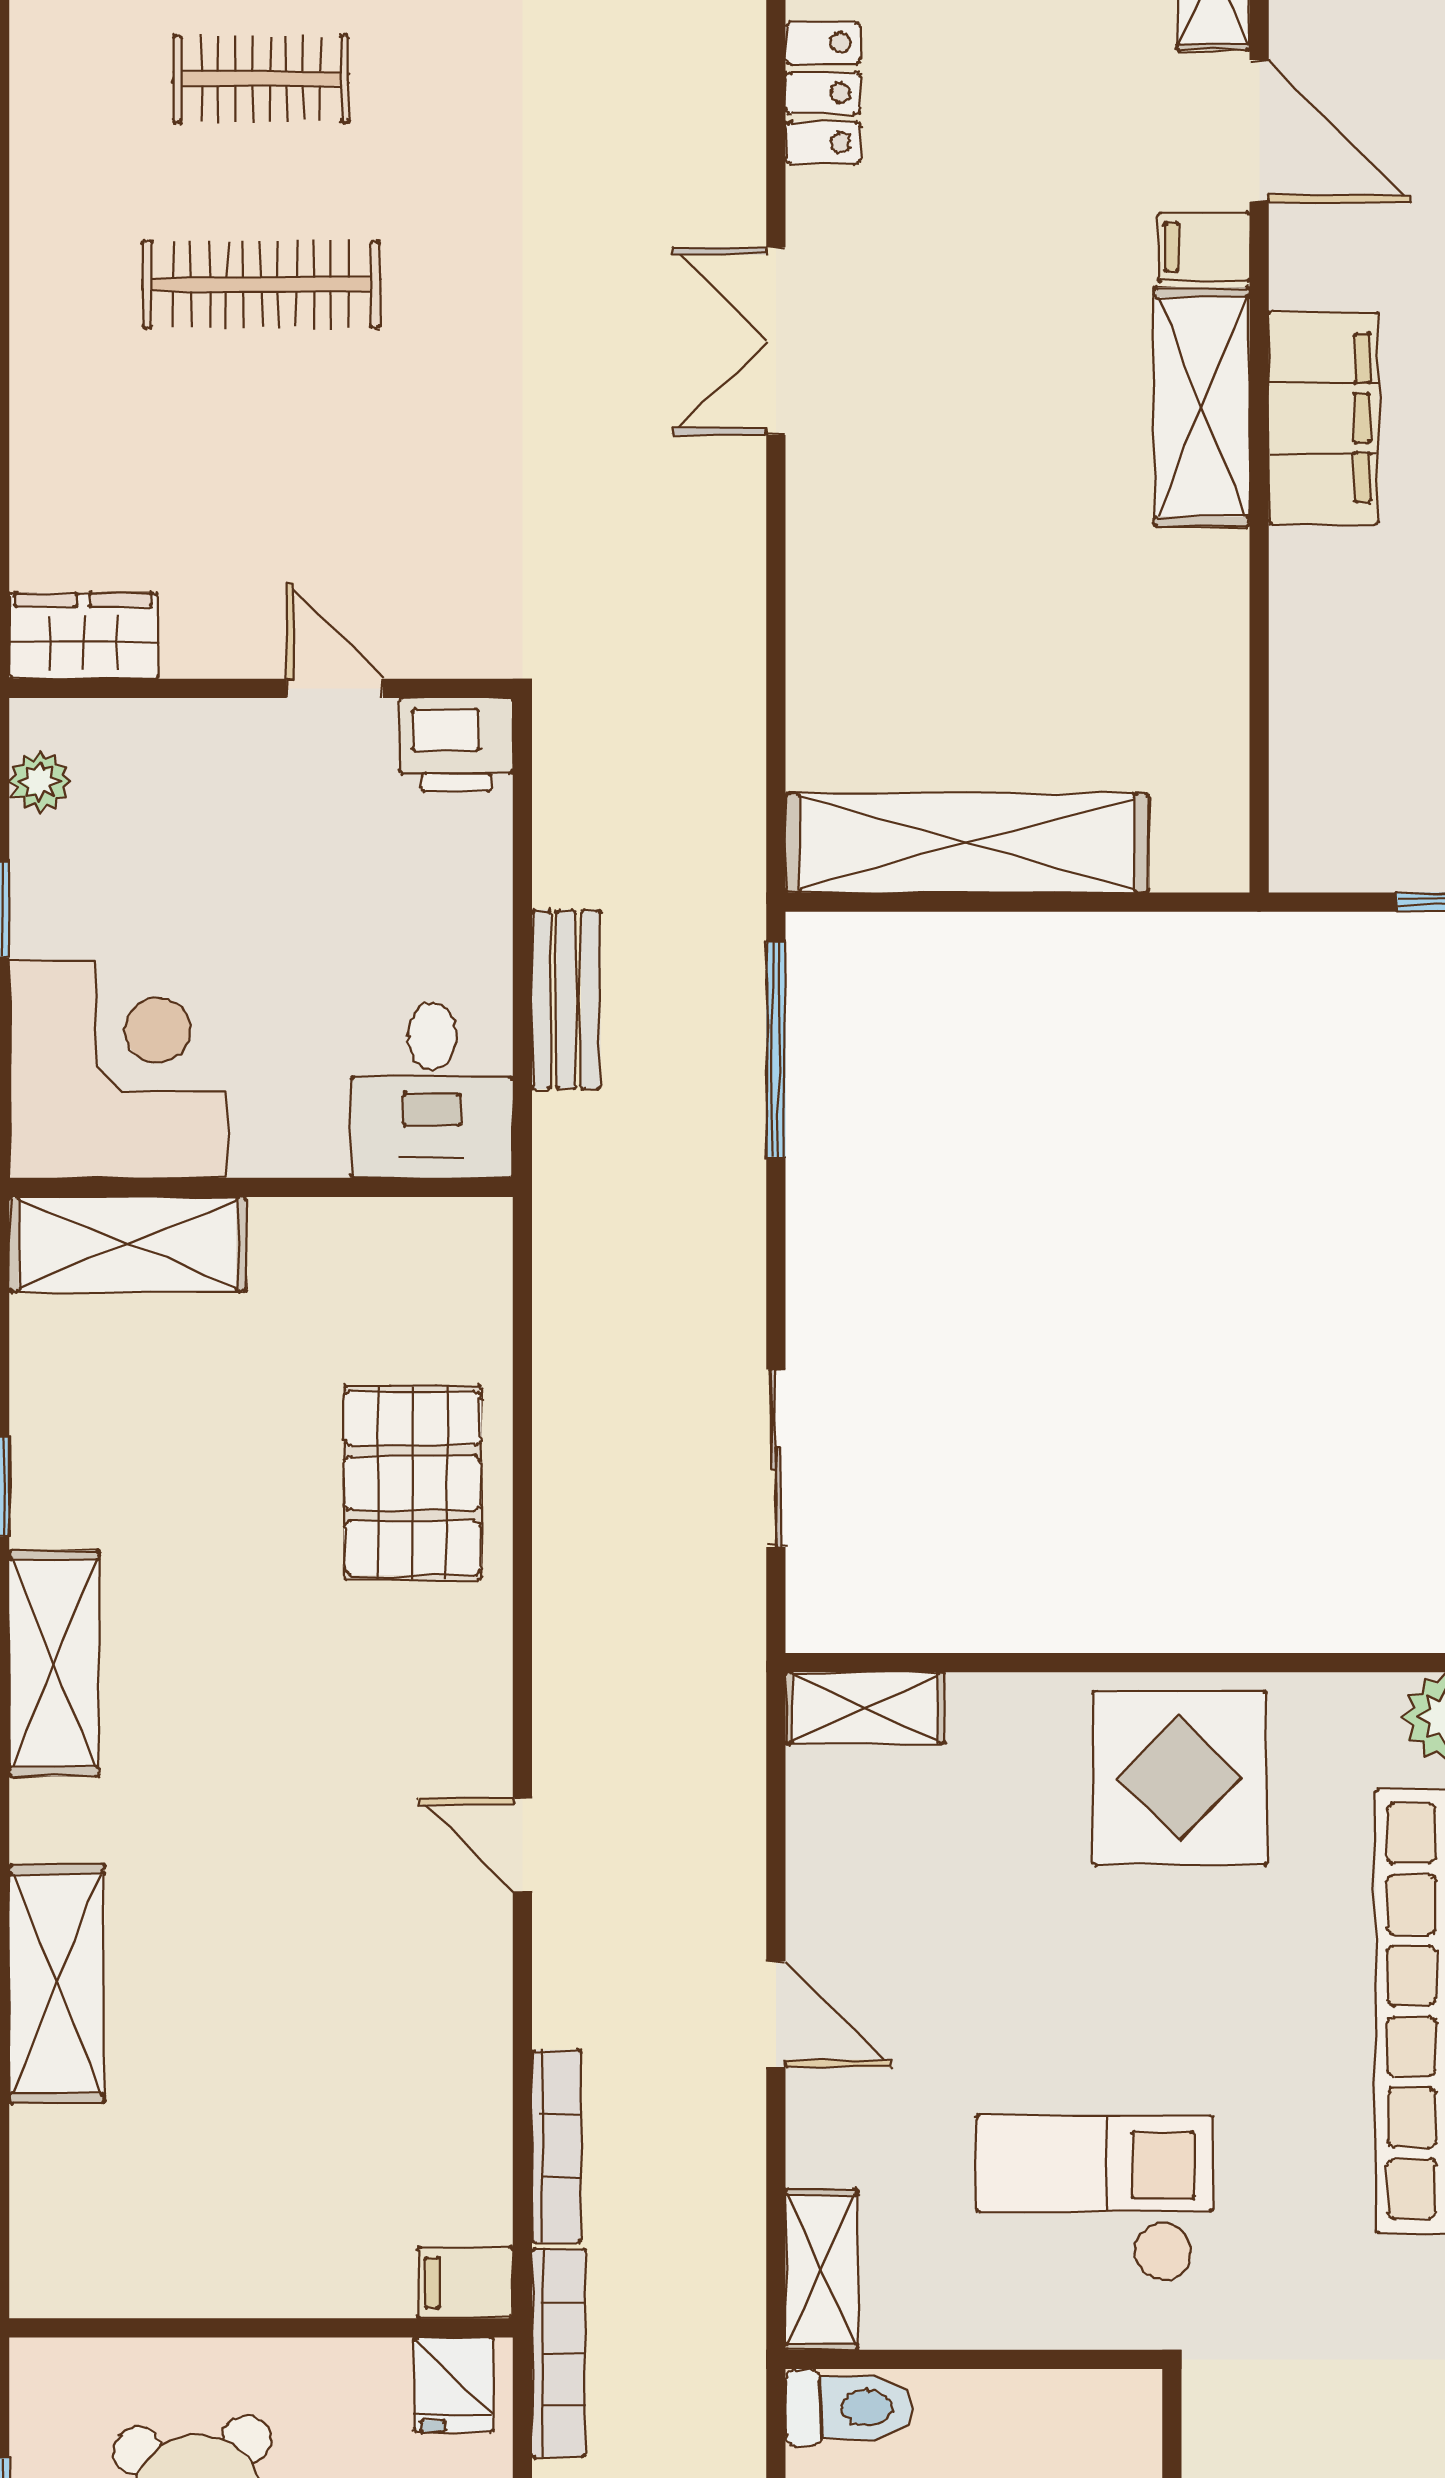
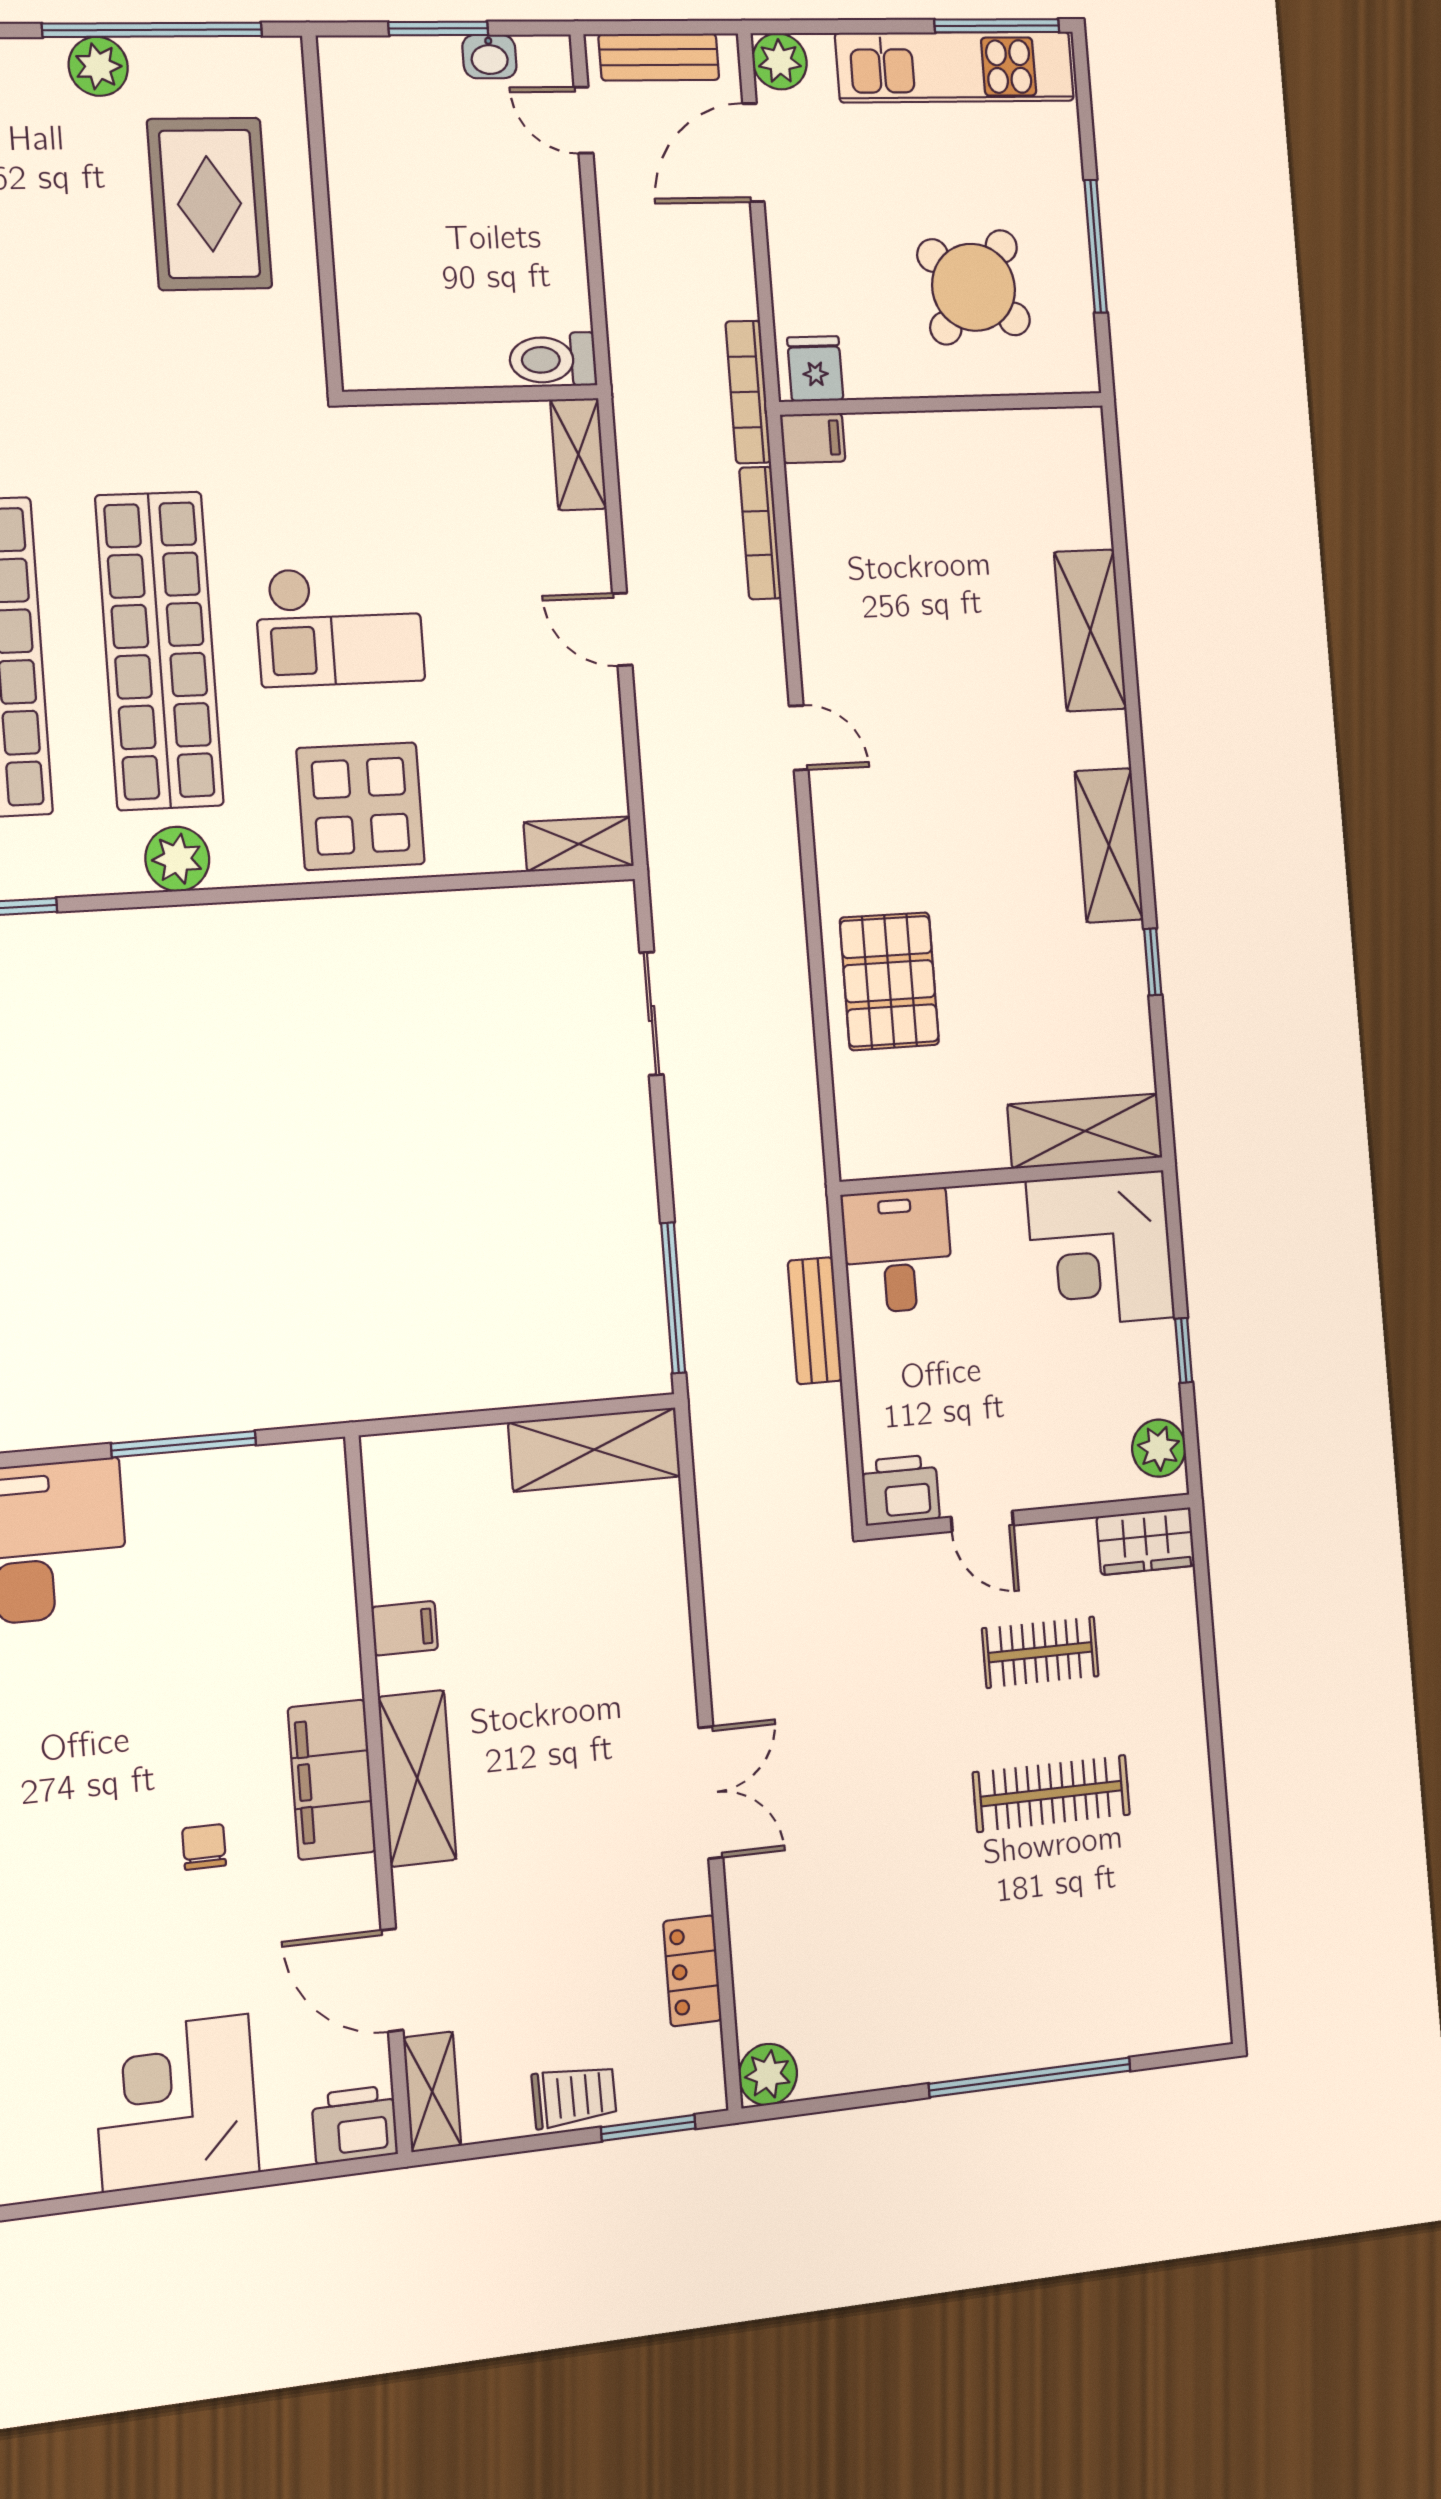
clothes rail: (261, 79) -> (1040, 1652), moved
filing cabinet: (1204, 247) -> (405, 1628), moved
plant: (40, 781) -> (1159, 1448), width x1.38, depth x1.38
shelving: (967, 843) -> (594, 1450), width x0.68
checkout: (1094, 2198) -> (340, 626), moved

